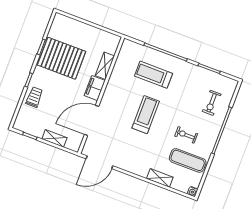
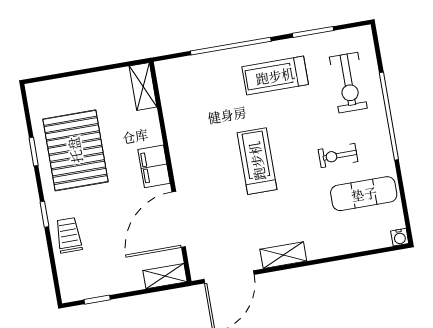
pallet: (62, 58) -> (75, 150), turned 90
shelving: (105, 66) -> (143, 87), moved
treadmill: (154, 75) -> (275, 76), moved
exercise bike: (212, 103) -> (348, 83), width x1.38, depth x1.39
shelving: (54, 138) -> (165, 276), moved
shelving: (160, 178) -> (283, 255), moved

